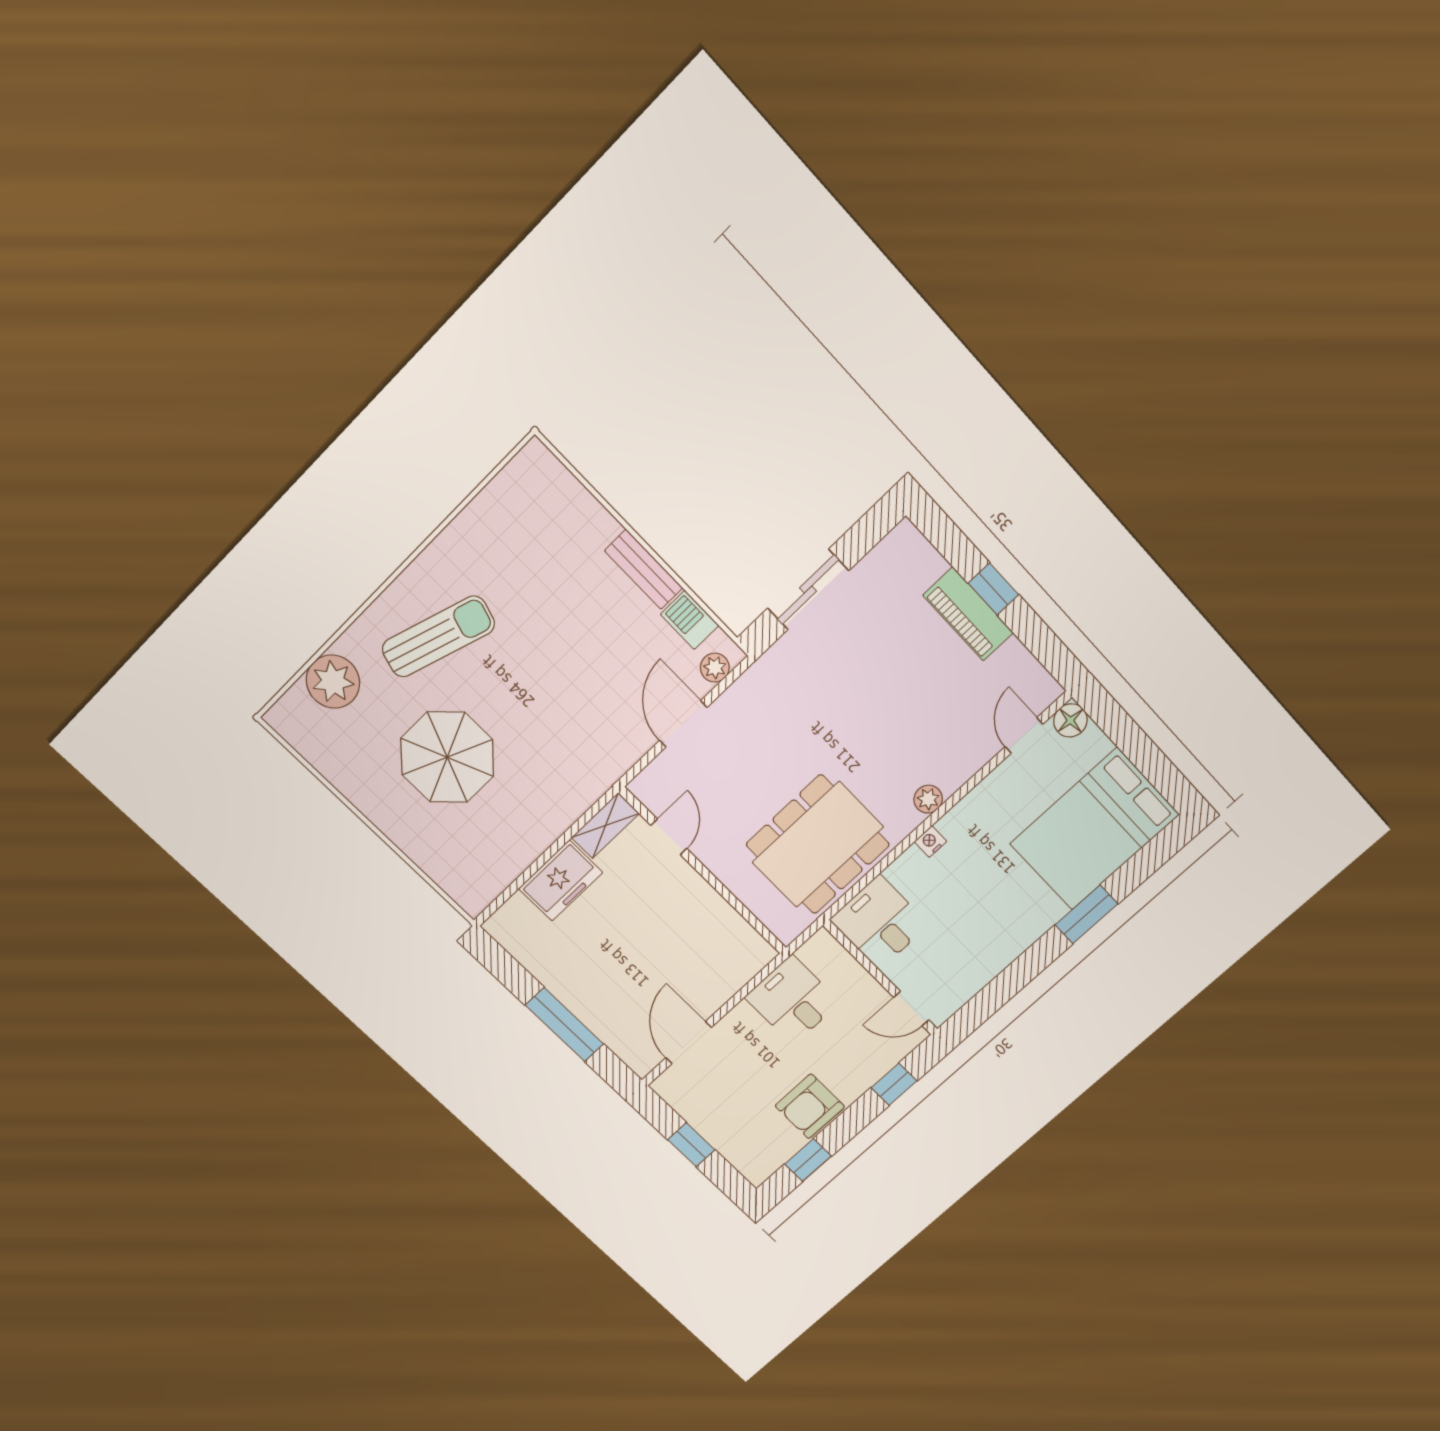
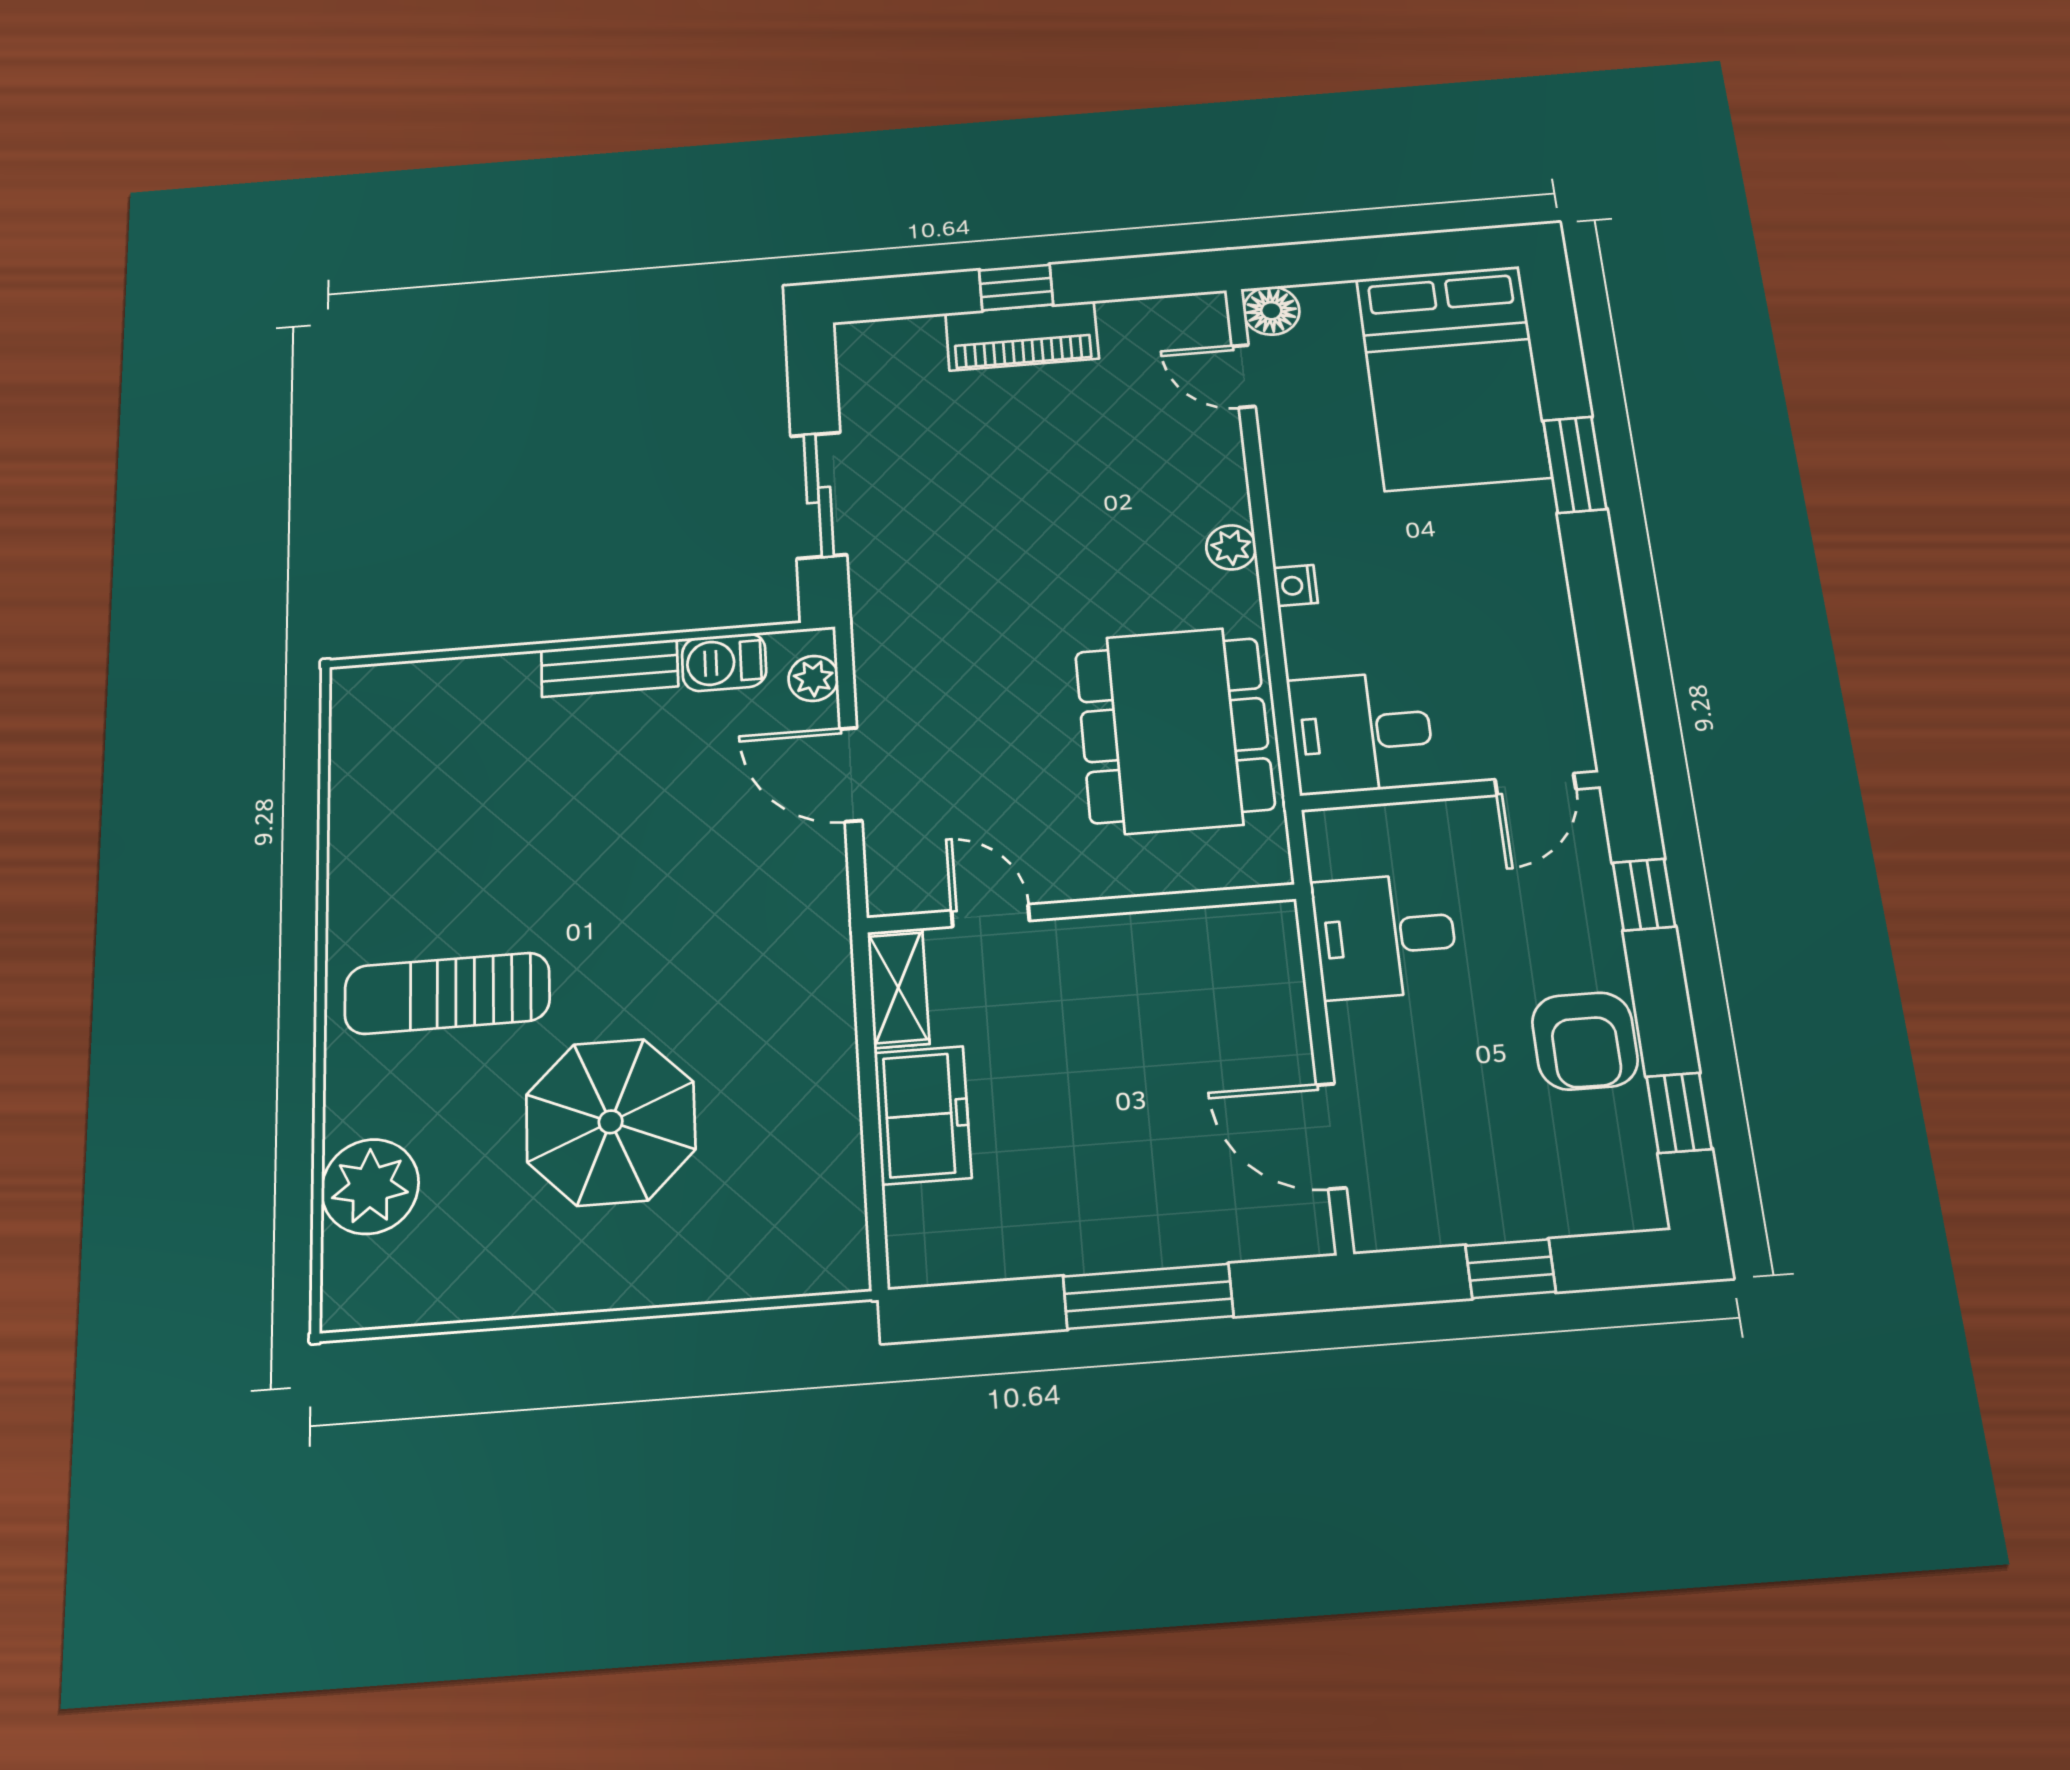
sun lounger: (438, 637) -> (447, 993), turned -107

